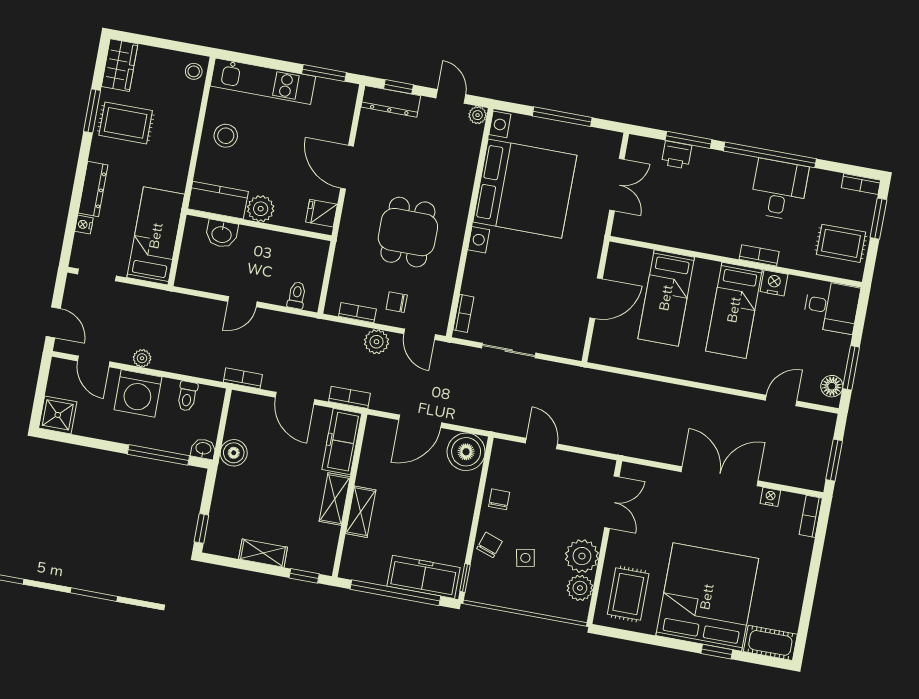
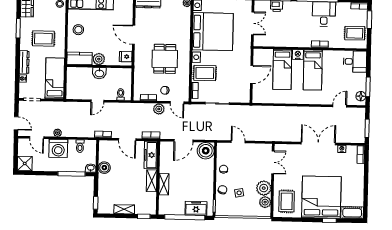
rug: (126, 123) -> (43, 39), moved
washbasin: (222, 234) -> (99, 73), moved
rug: (492, 278) -> (205, 73), added
nightstand: (774, 283) -> (298, 55), moved
freezer: (424, 577) -> (196, 208), width x0.71

